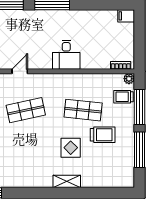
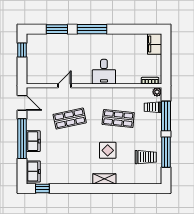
filing cabinet: (126, 16) -> (155, 44), width x2.00
trolley: (103, 135) -> (146, 157), moved

